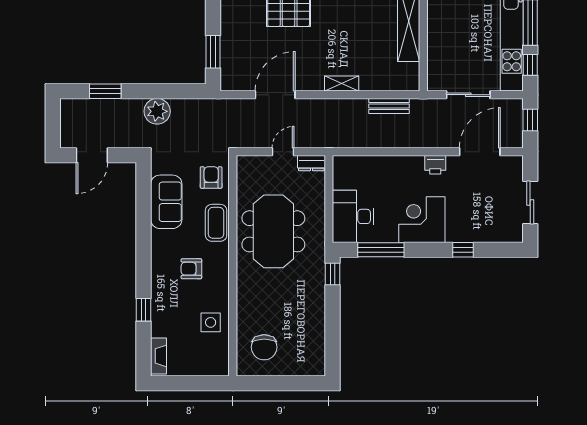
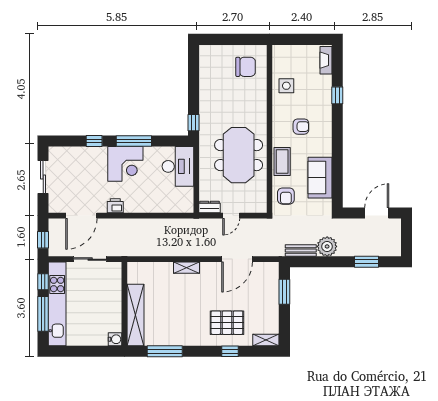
bench: (389, 106) -> (301, 250), moved
window: (381, 250) -> (134, 141), moved
chair: (264, 347) -> (246, 67), turned 90

